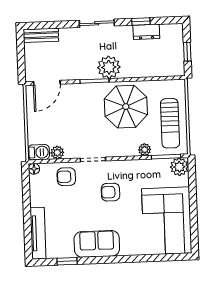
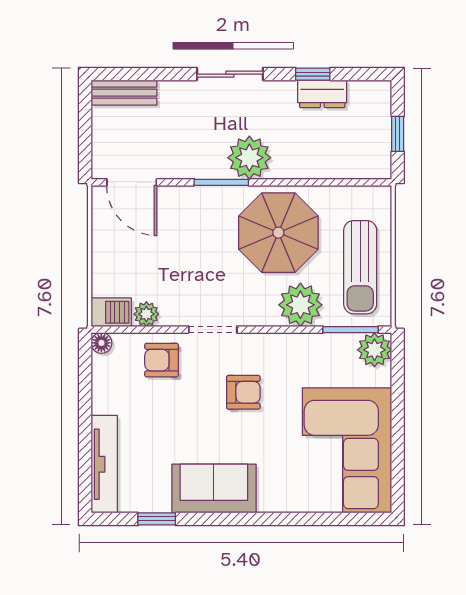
door: (47, 83) -> (132, 182), hinge flipped
plant: (145, 150) -> (300, 305), width x1.88, depth x1.88
armchair: (110, 192) -> (243, 392), turned 180

